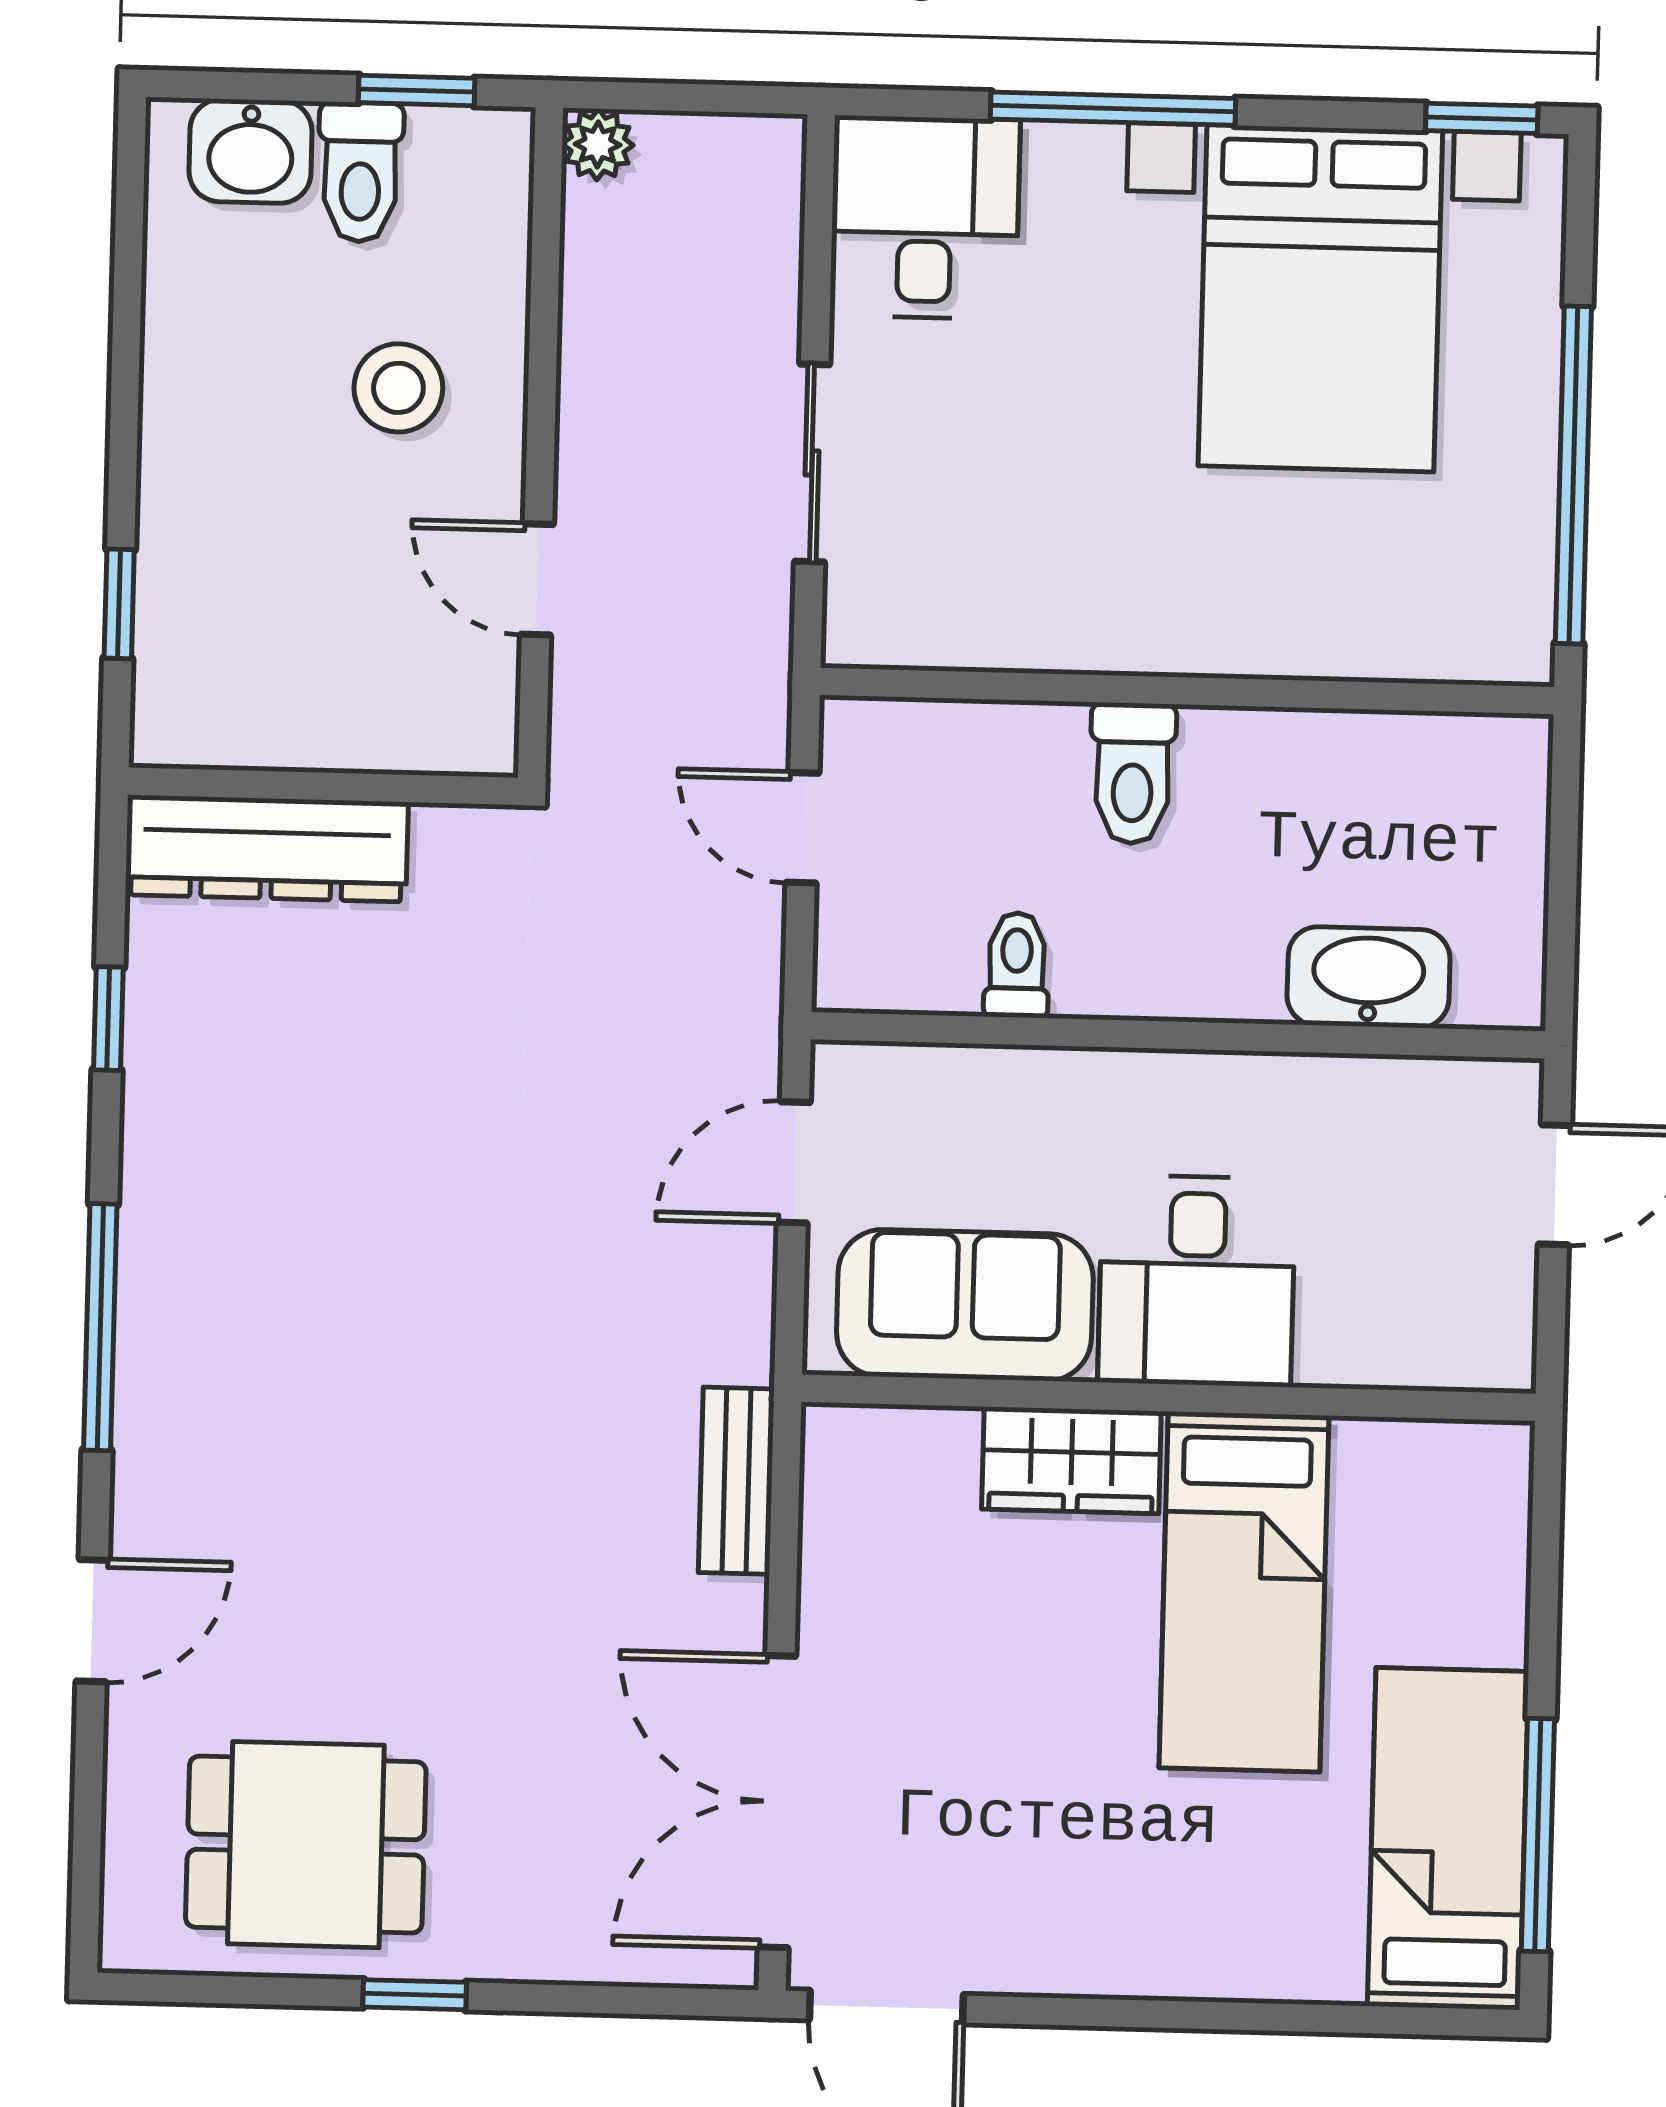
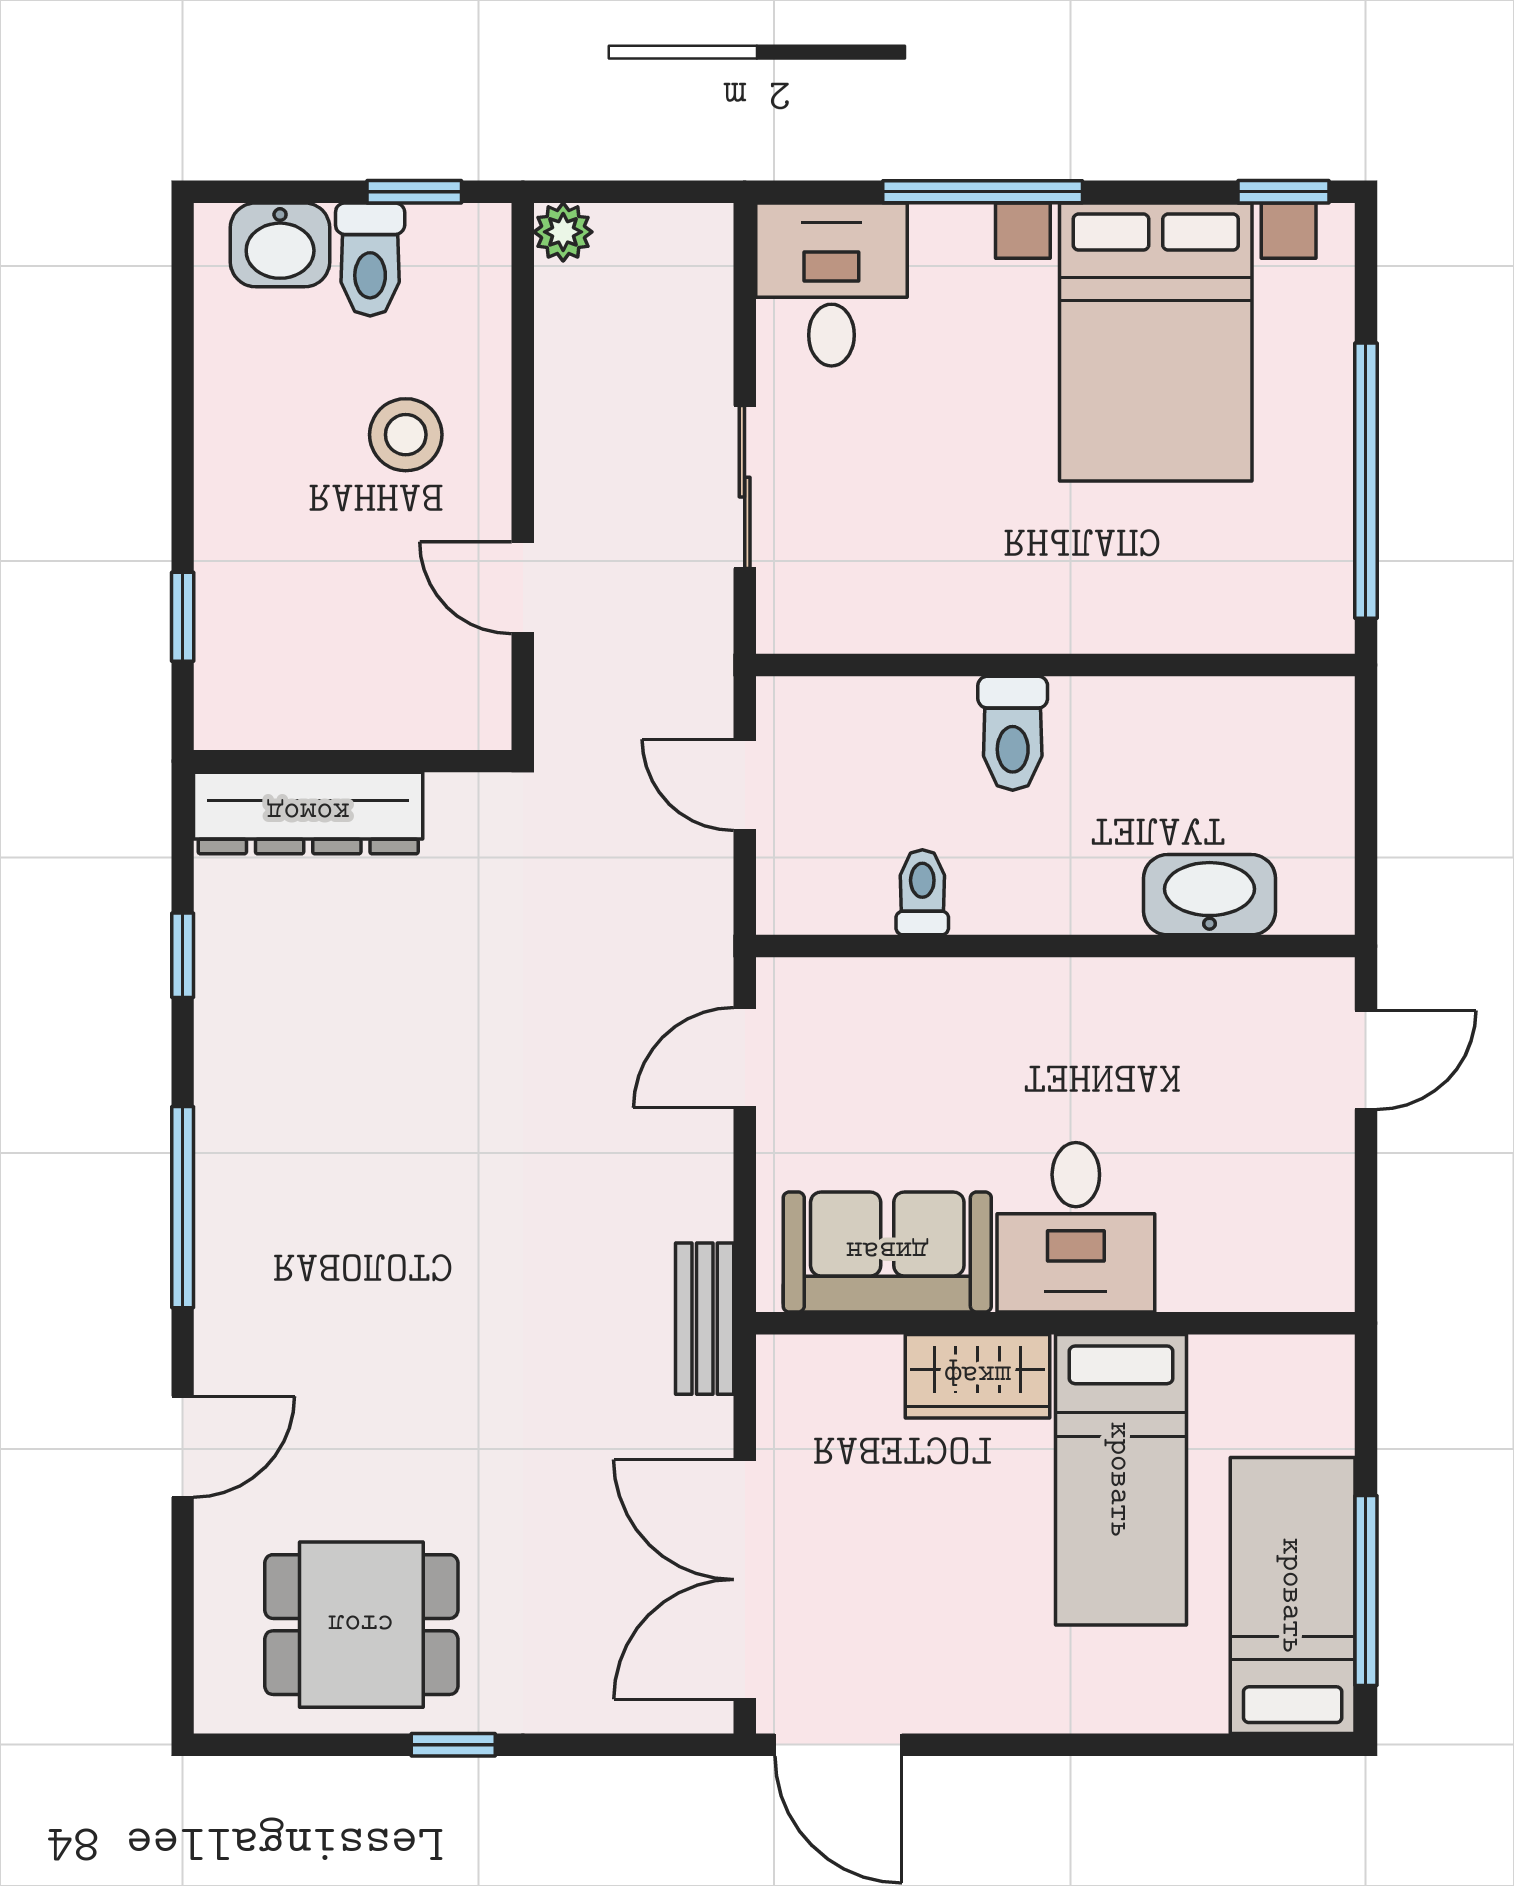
desk: (1197, 1281) -> (1076, 1227), moved
sofa: (965, 1305) -> (887, 1252), moved
wall: (1168, 1398) -> (1055, 1323), moved
wardrobe: (1071, 1460) -> (978, 1376), moved
bed: (1244, 1592) -> (1121, 1480), moved

